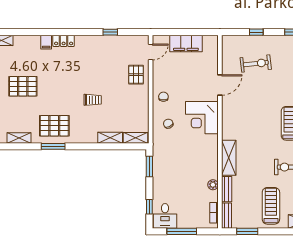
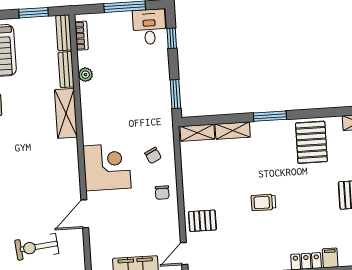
pallet: (136, 75) -> (202, 221), turned 90
trolley: (93, 100) -> (263, 202), moved
pallet: (54, 126) -> (311, 142), turned 90
window: (53, 146) -> (270, 116), moved

